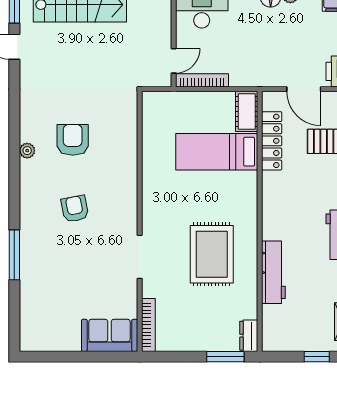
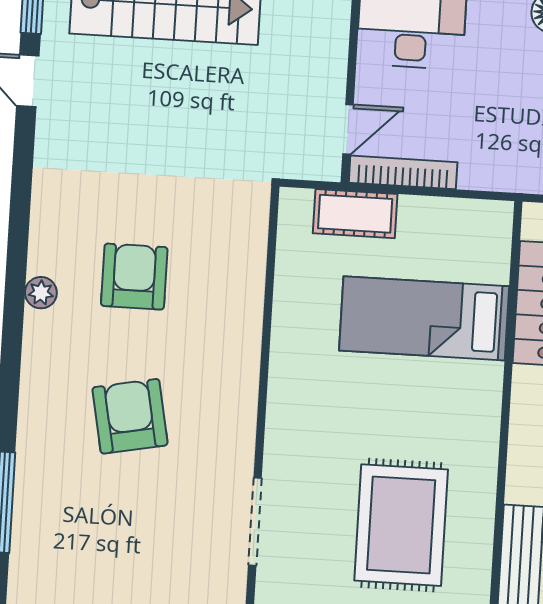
cot: (247, 111) -> (355, 214), moved, turned 90
armchair: (75, 209) -> (130, 416), width x1.38, depth x1.38

